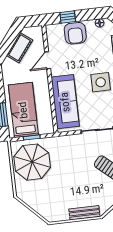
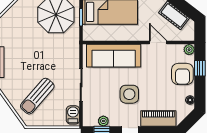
plant: (51, 29) -> (189, 50), added
armchair: (75, 33) -> (182, 74), turned -90

